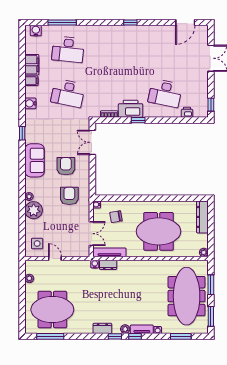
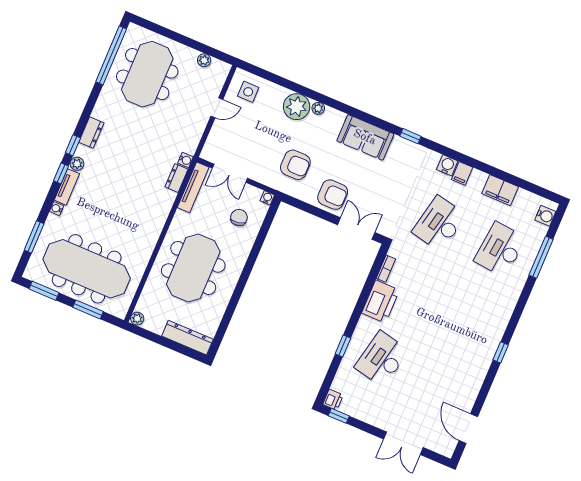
filing cabinet: (31, 81) -> (462, 173), moved
printer: (187, 112) -> (333, 400), moved
window: (138, 120) -> (343, 346), moved
armchair: (66, 166) -> (333, 195), moved
window: (50, 336) -> (111, 55), width x1.46

